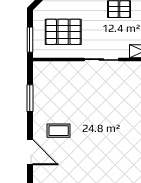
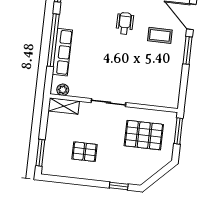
window: (30, 98) -> (188, 50), moved
wheelchair: (94, 138) -> (125, 23), added

